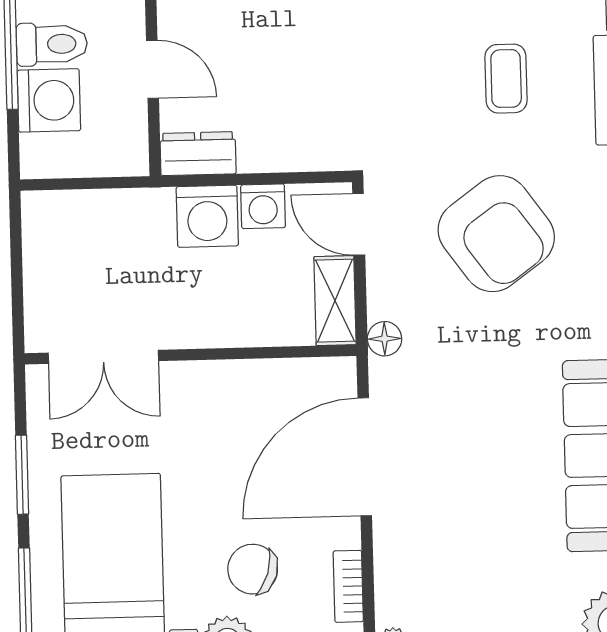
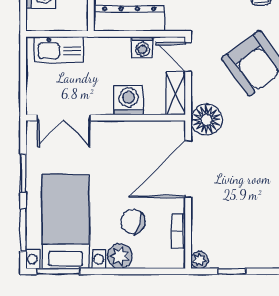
dresser: (198, 154) -> (129, 19), width x1.96, depth x1.24
kitchen sink: (90, 216) -> (59, 50), added
washing machine: (207, 216) -> (129, 100), moved, turned 180
floor lamp: (385, 339) -> (206, 120), width x1.89, depth x1.89

